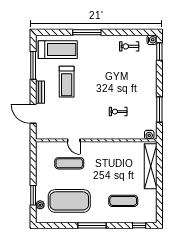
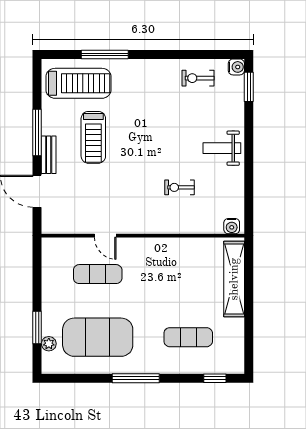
window: (87, 32) -> (105, 55), moved
window: (33, 65) -> (37, 132), moved
weight bench: (143, 88) -> (222, 148), added
window: (159, 110) -> (249, 184), removed

